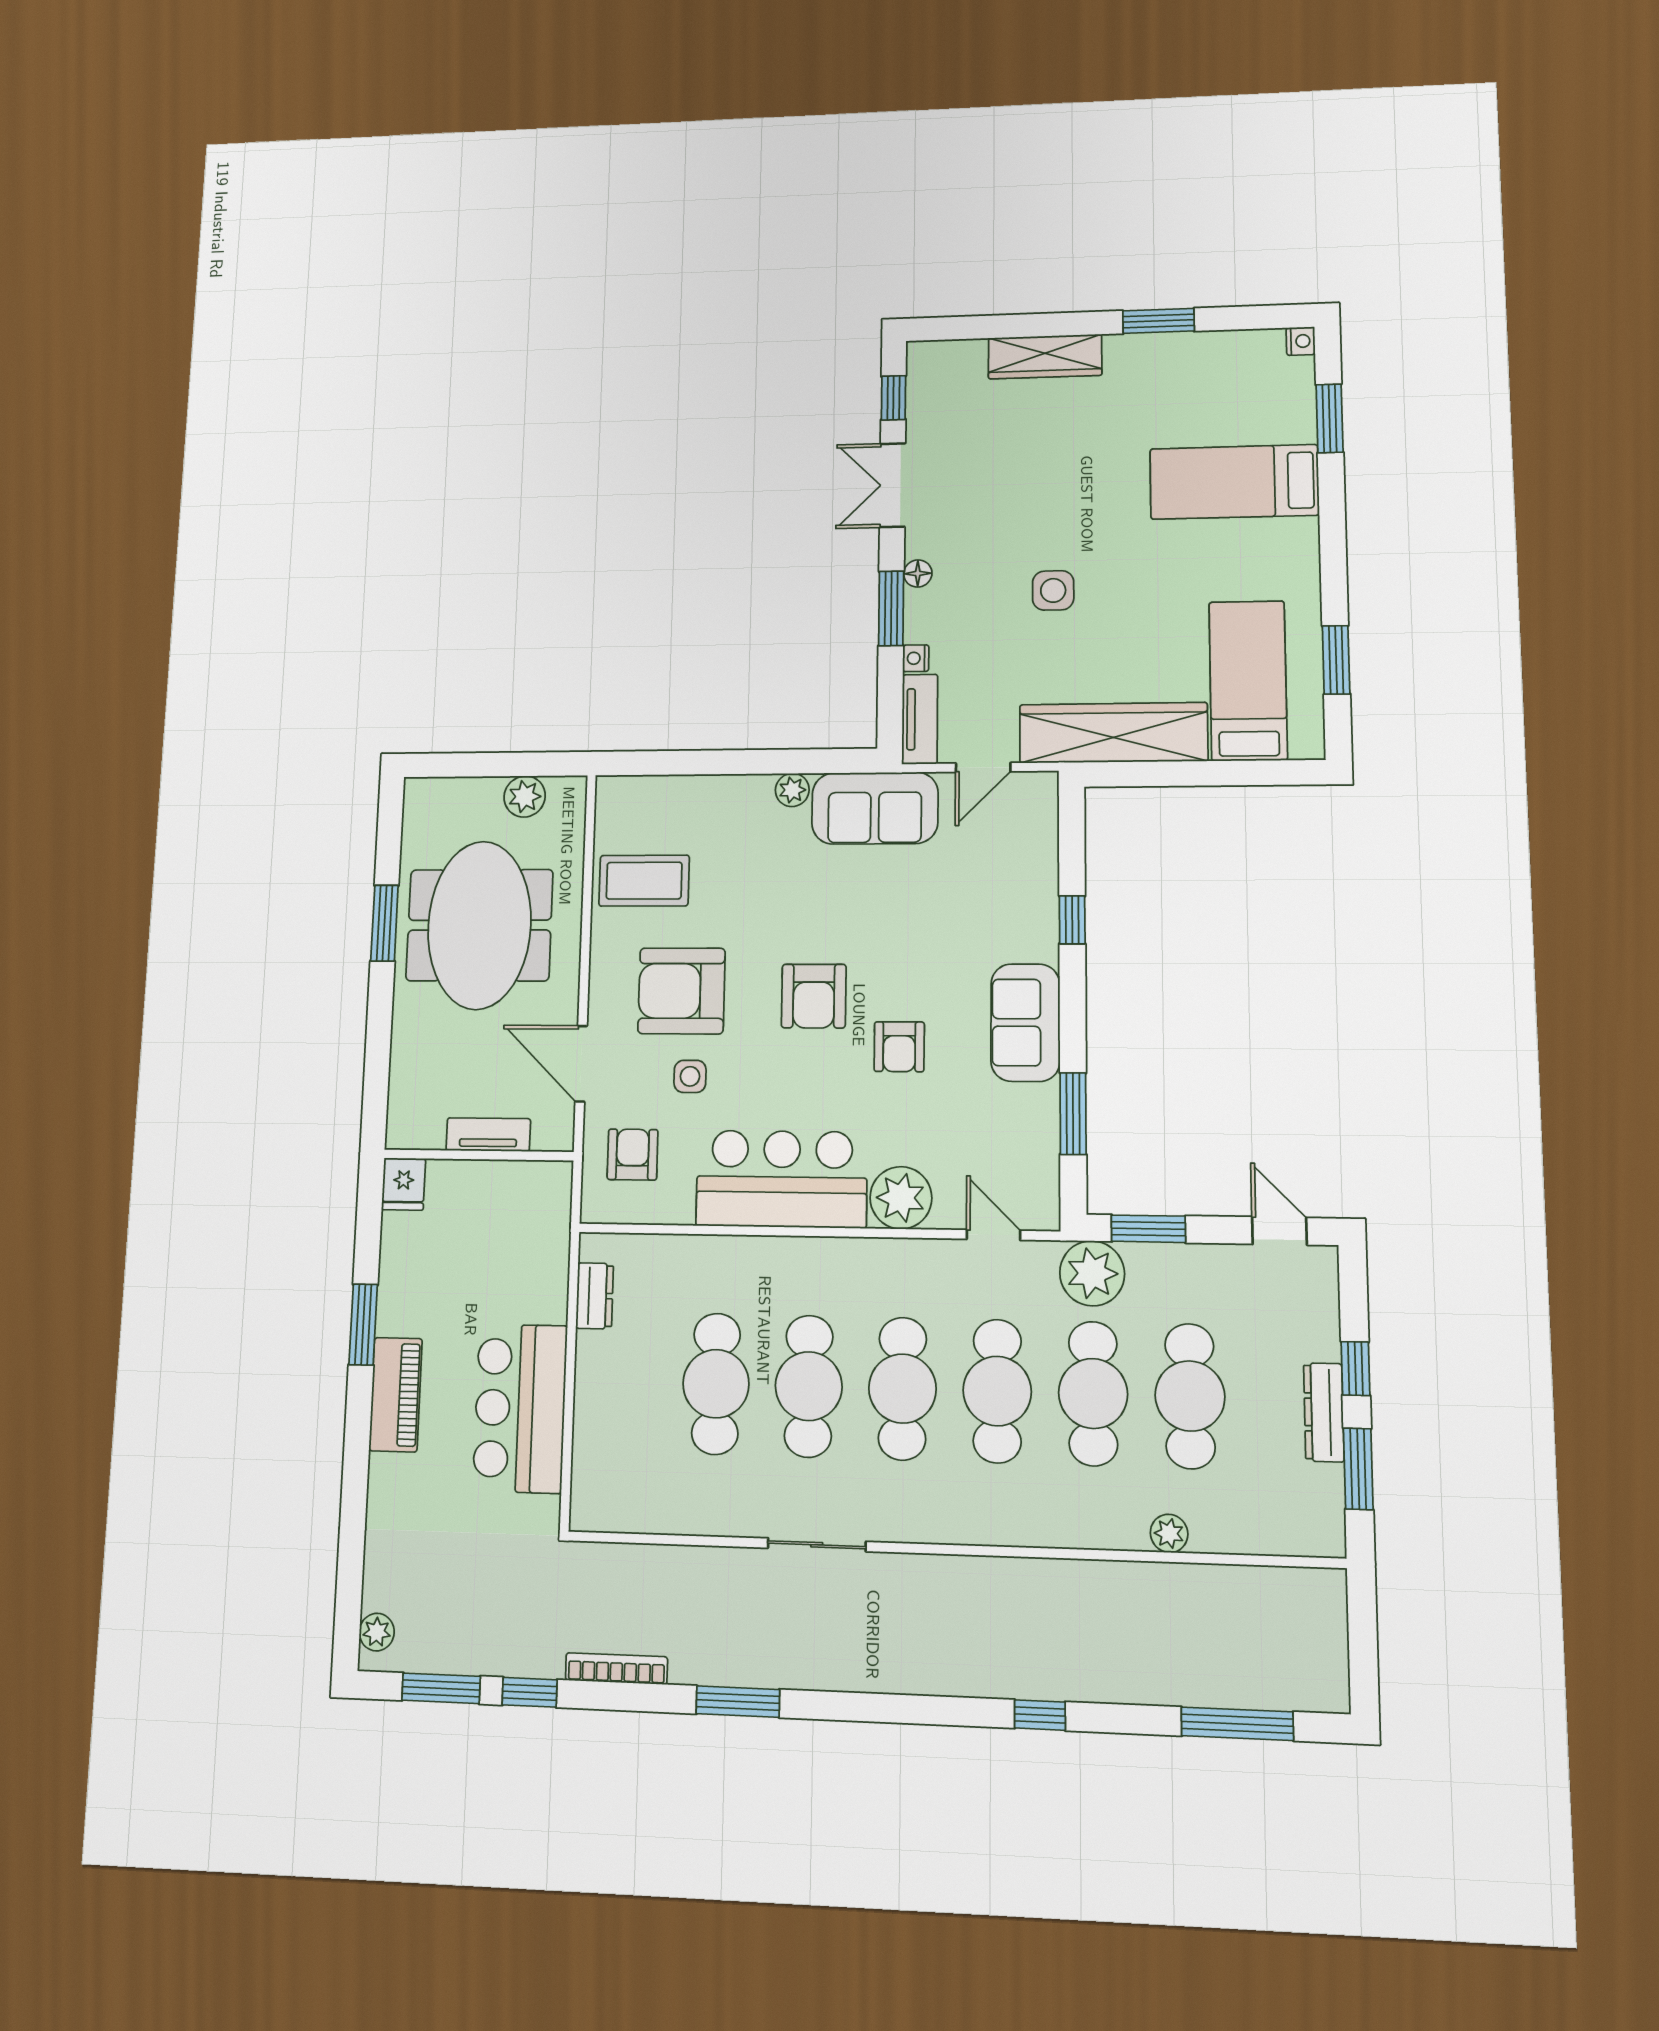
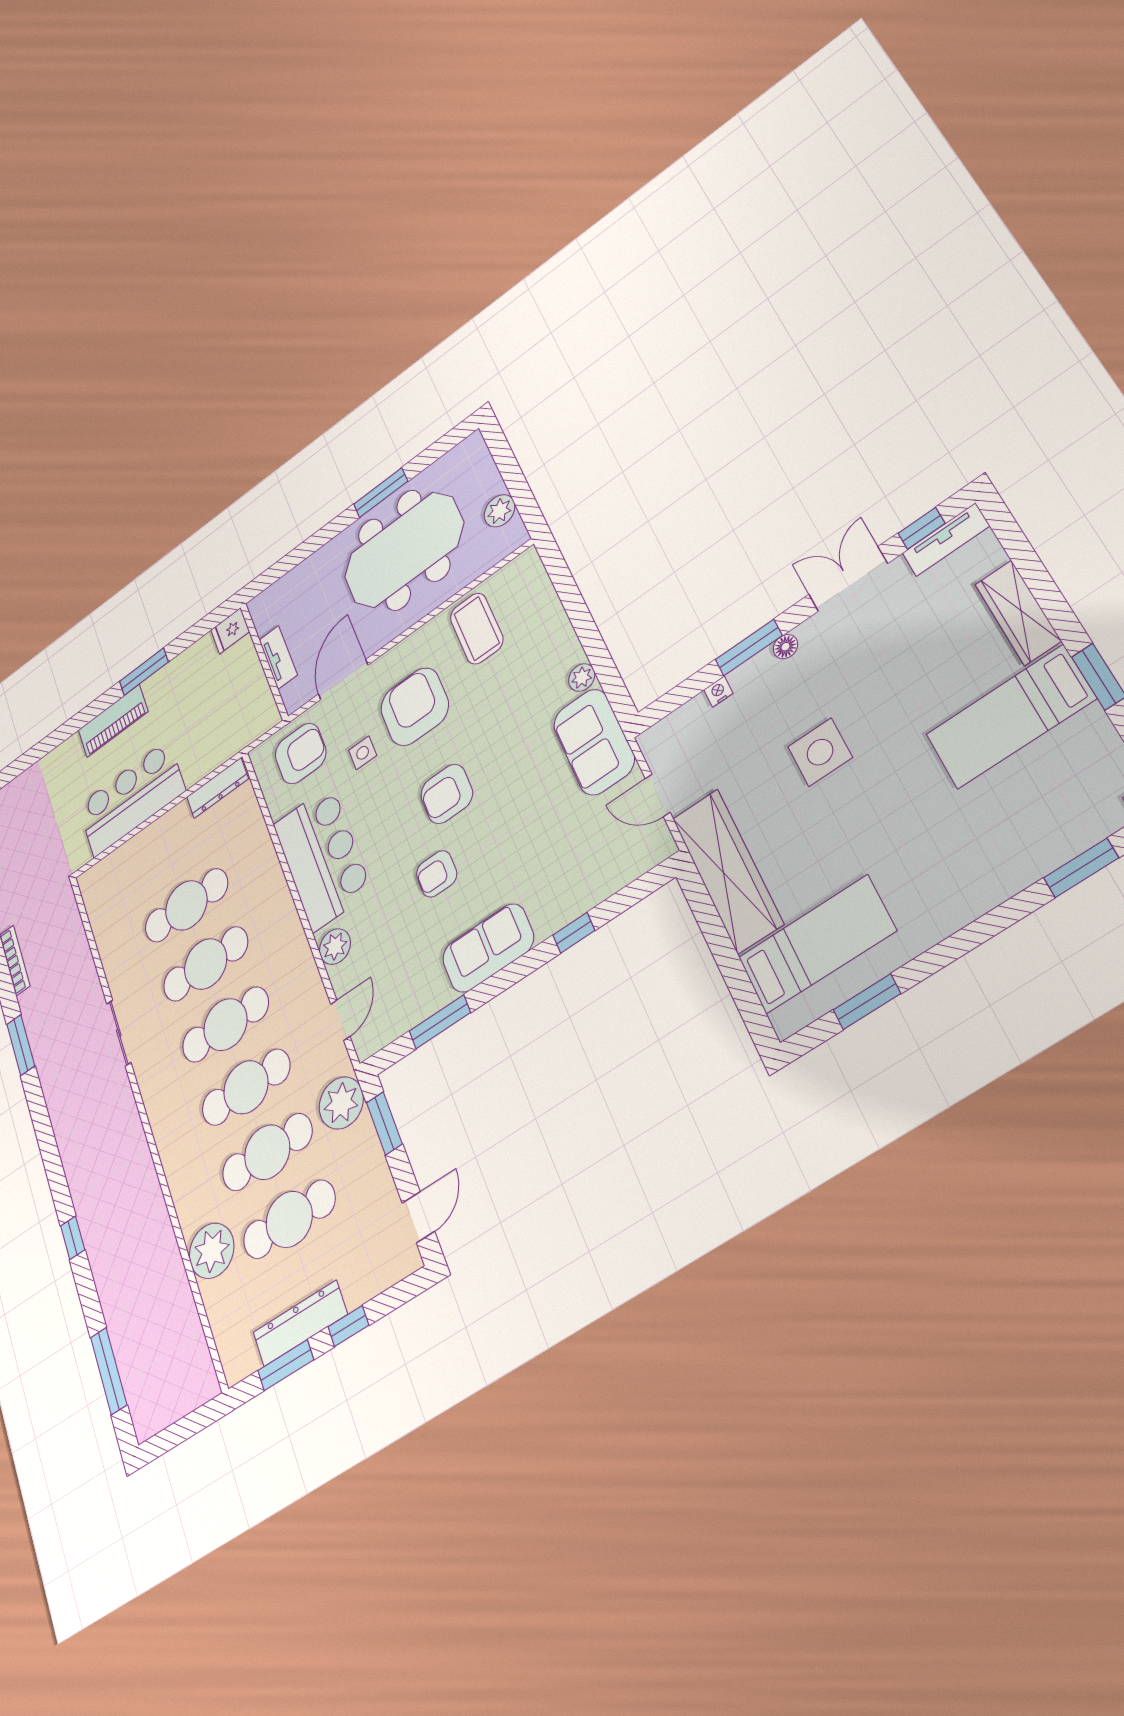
bed: (1234, 482) -> (1010, 717), moved, turned -90
side table: (1053, 590) -> (820, 752), width x1.37, depth x1.37
tv unit: (920, 719) -> (946, 540), moved
armchair: (633, 1155) -> (301, 753), width x1.38, depth x1.38
plant: (901, 1198) -> (335, 947), width x0.73, depth x0.73
dresser: (595, 1296) -> (218, 788), width x1.44
dresser: (1324, 1412) -> (300, 1323), width x1.37, depth x1.24
plant: (1169, 1533) -> (212, 1251), width x1.88, depth x1.88

